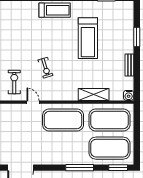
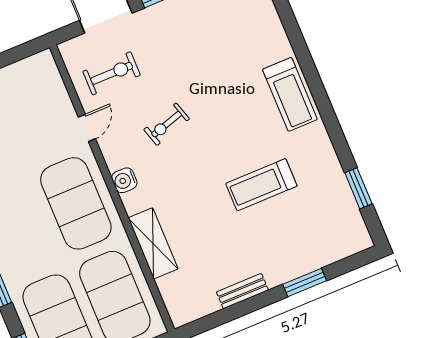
treadmill: (88, 38) -> (261, 185), width x0.73, depth x0.73
water cooler: (129, 95) -> (124, 180), moved

